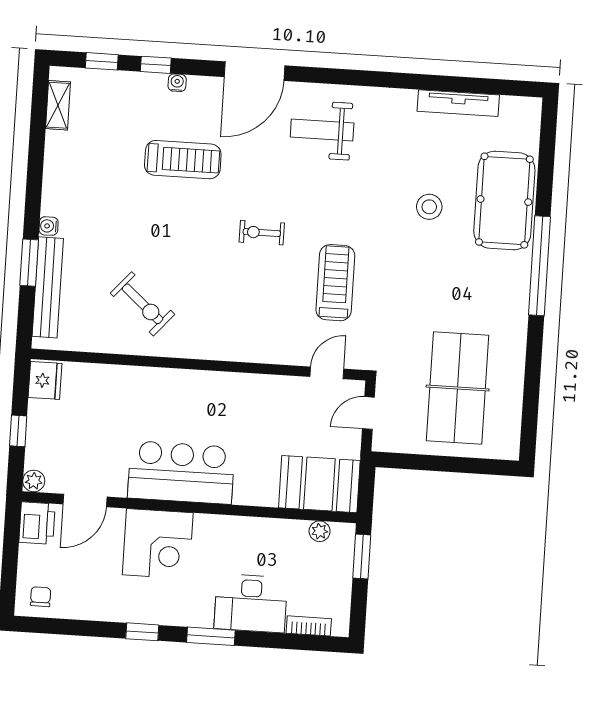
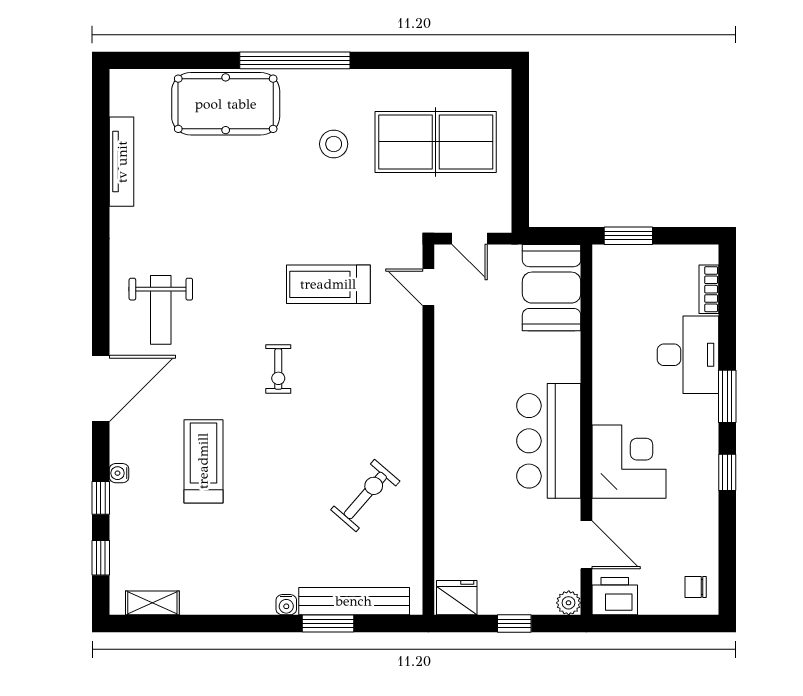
door: (255, 71) -> (101, 389), hinge flipped
stool: (429, 207) -> (334, 144), moved
plant: (320, 531) -> (604, 284), removed

